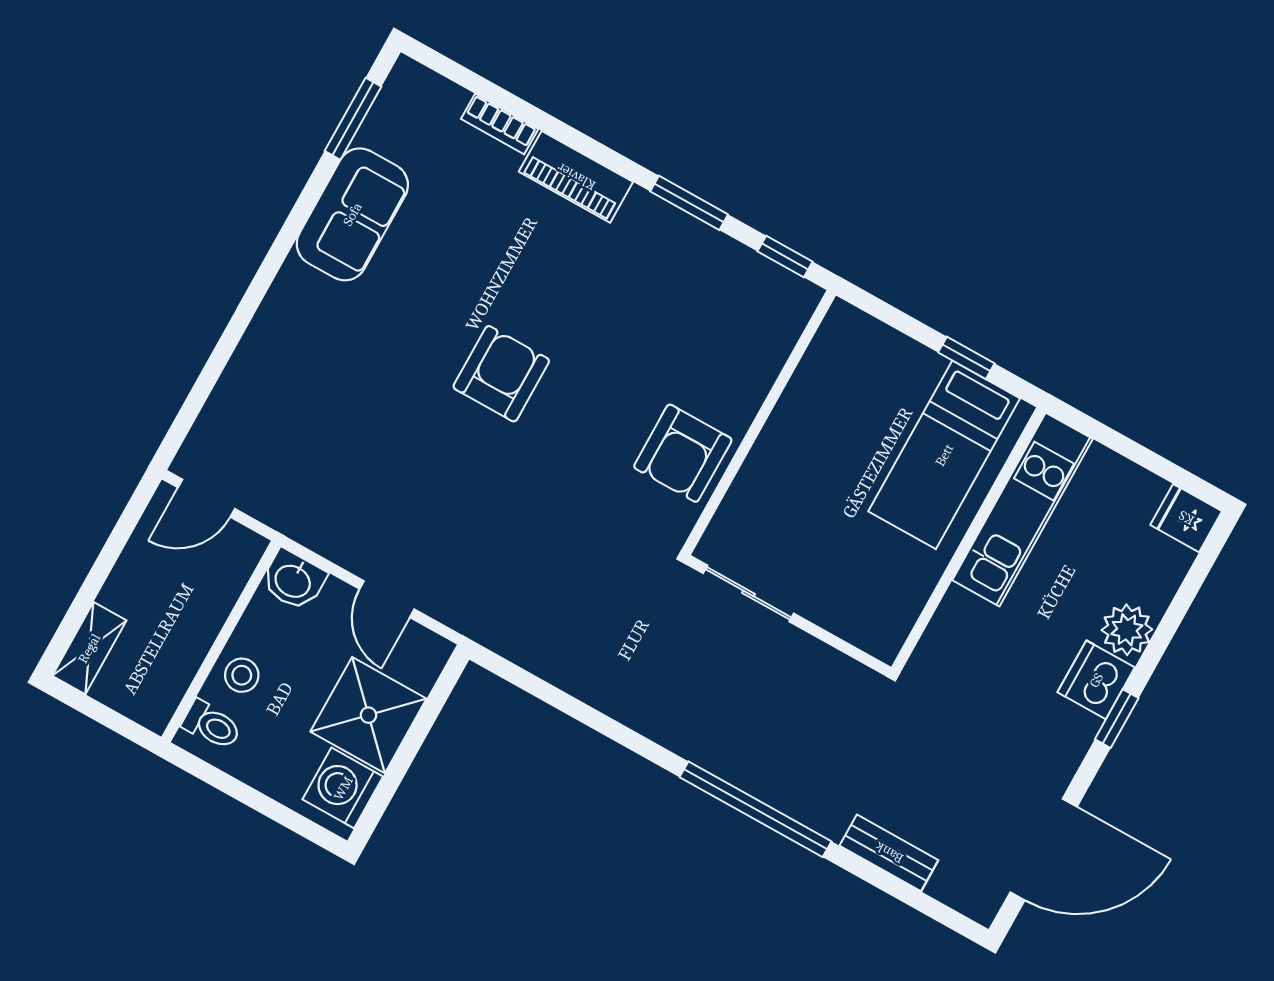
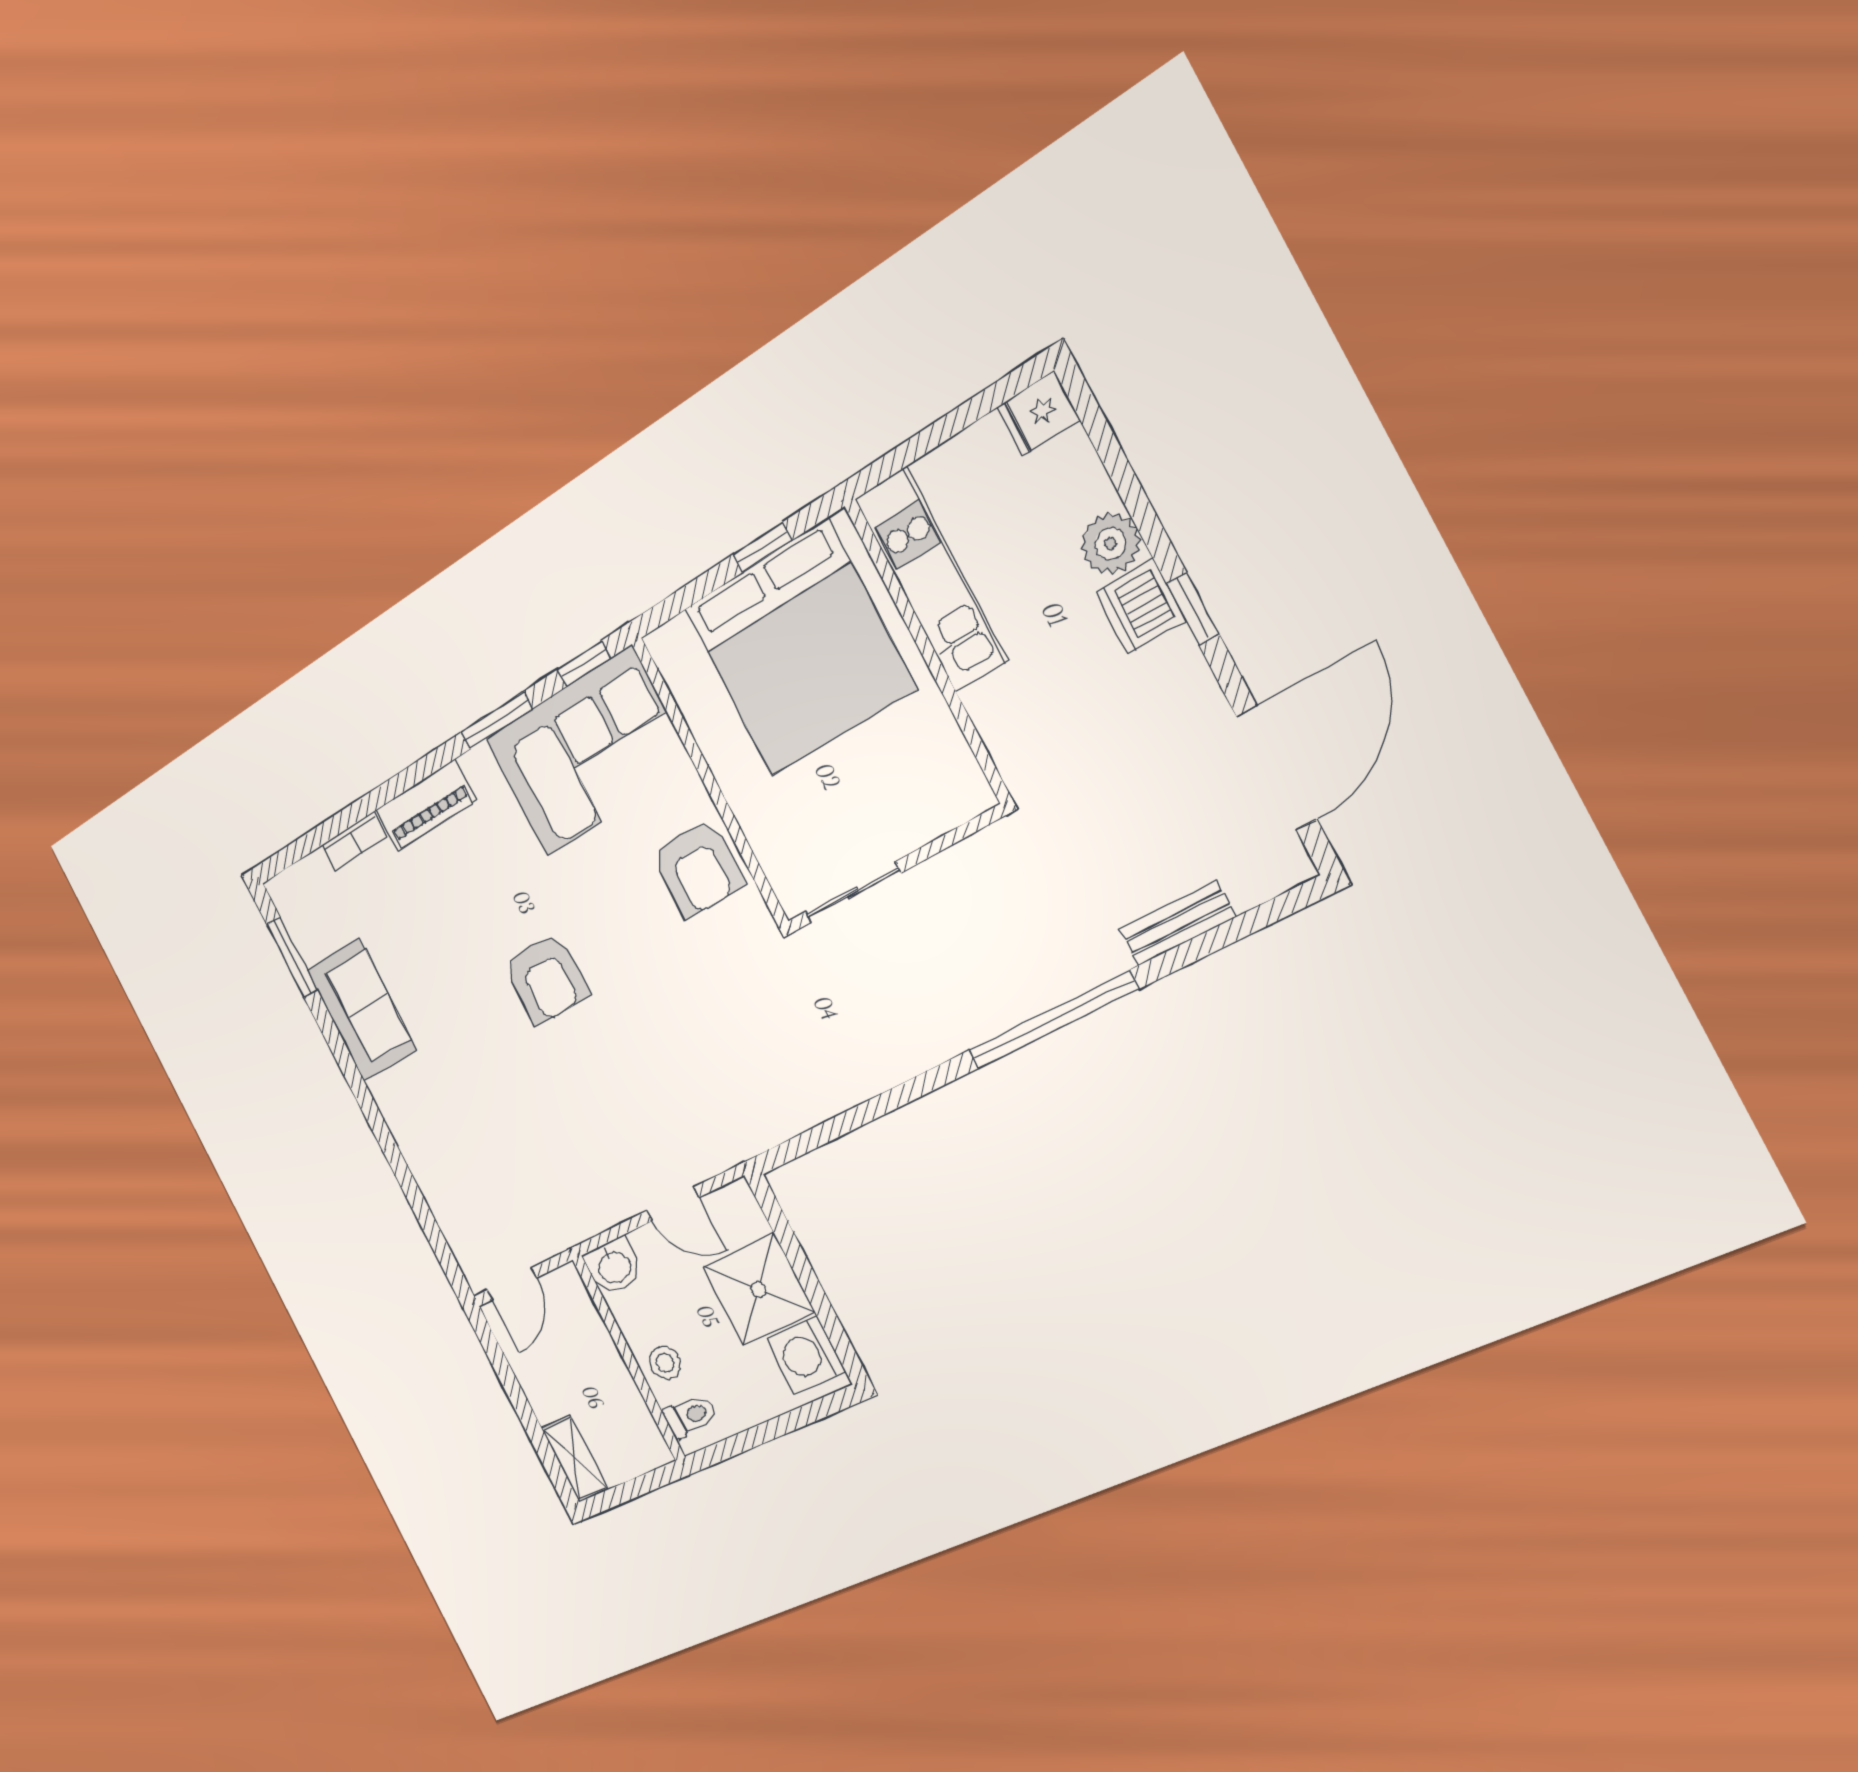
corner sofa: (716, 302) -> (589, 752), added
armchair: (501, 374) -> (546, 979), turned 180
bed: (944, 455) -> (799, 648), width x2.04

